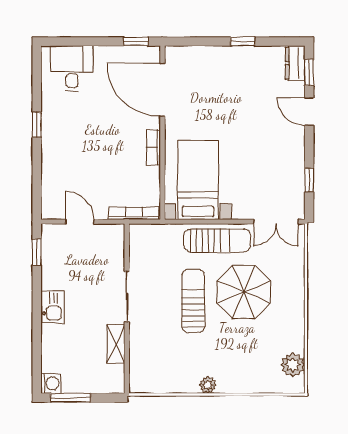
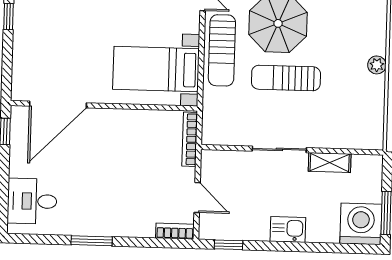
window: (37, 125) -> (92, 241), width x1.50
bookcase: (153, 147) -> (175, 231), moved, turned 180
door: (80, 222) -> (197, 198), swing flipped
sun lounger: (217, 241) -> (222, 50), turned 180
washing machine: (51, 383) -> (361, 224), width x1.89, depth x1.89

